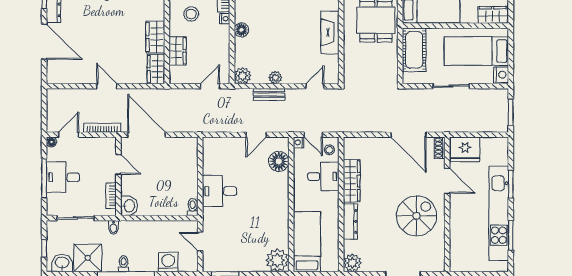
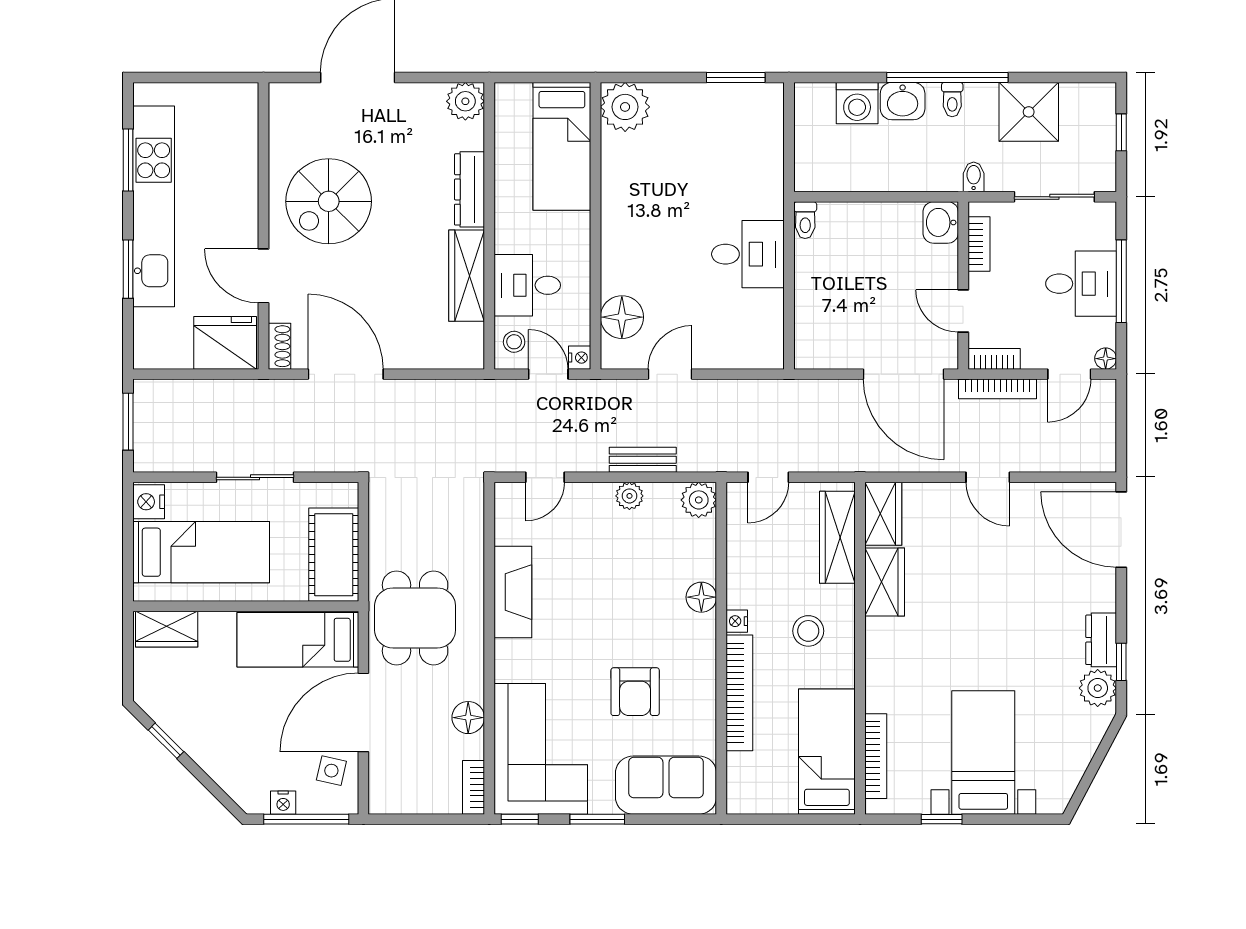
door: (44, 42) -> (1121, 530), moved
wardrobe: (178, 51) -> (837, 537), width x1.50
bookcase: (104, 142) -> (994, 359), added
door: (200, 242) -> (789, 146), removed
washbasin: (62, 263) -> (903, 101), moved

